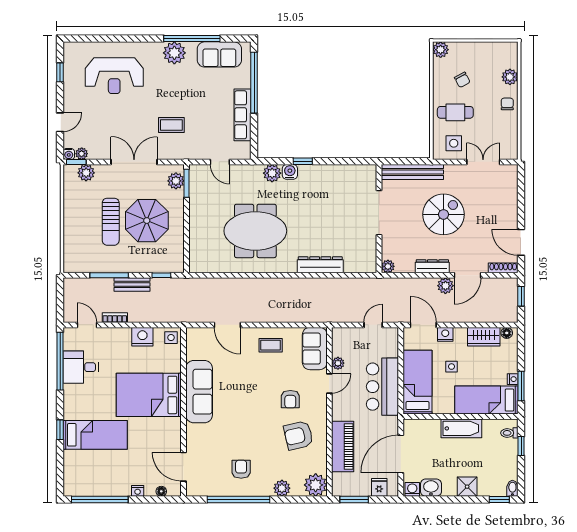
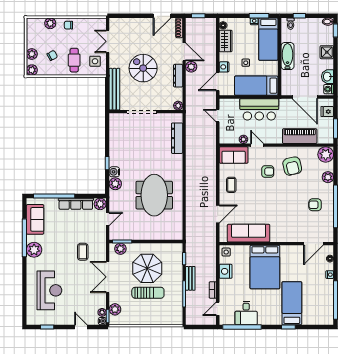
plant: (464, 50) -> (32, 54), added
plant: (242, 151) -> (100, 204), added
dresser: (320, 265) -> (177, 138), moved
sofa: (199, 392) -> (249, 233), moved

